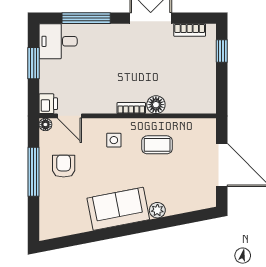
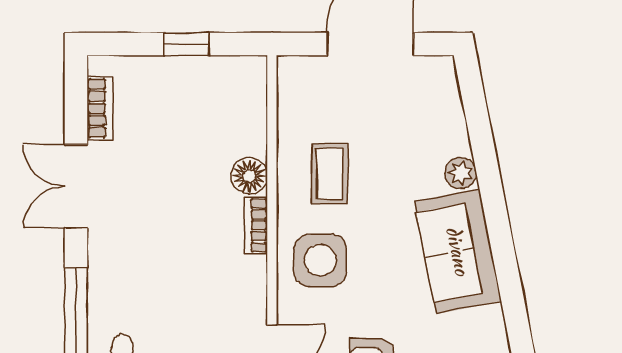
window: (222, 51) -> (186, 44), moved
side table: (114, 140) -> (320, 260), width x1.87, depth x1.87

